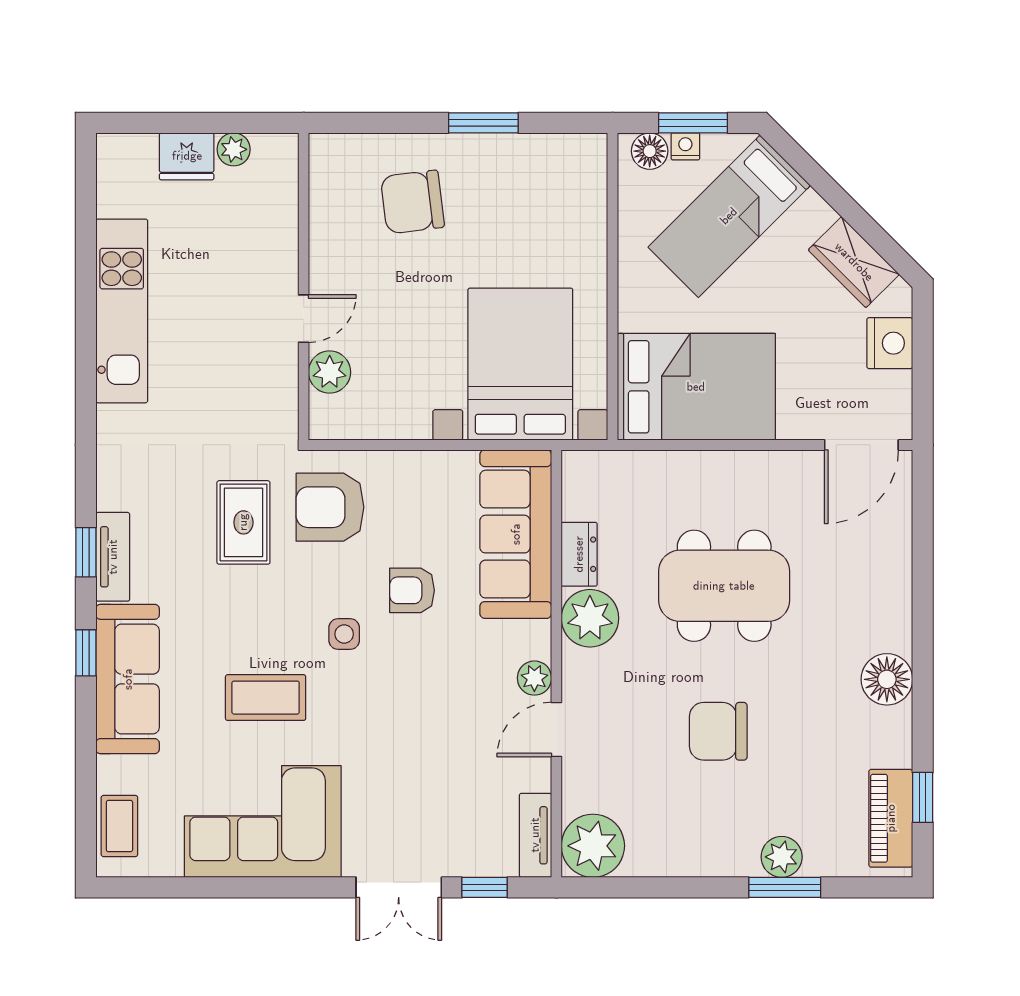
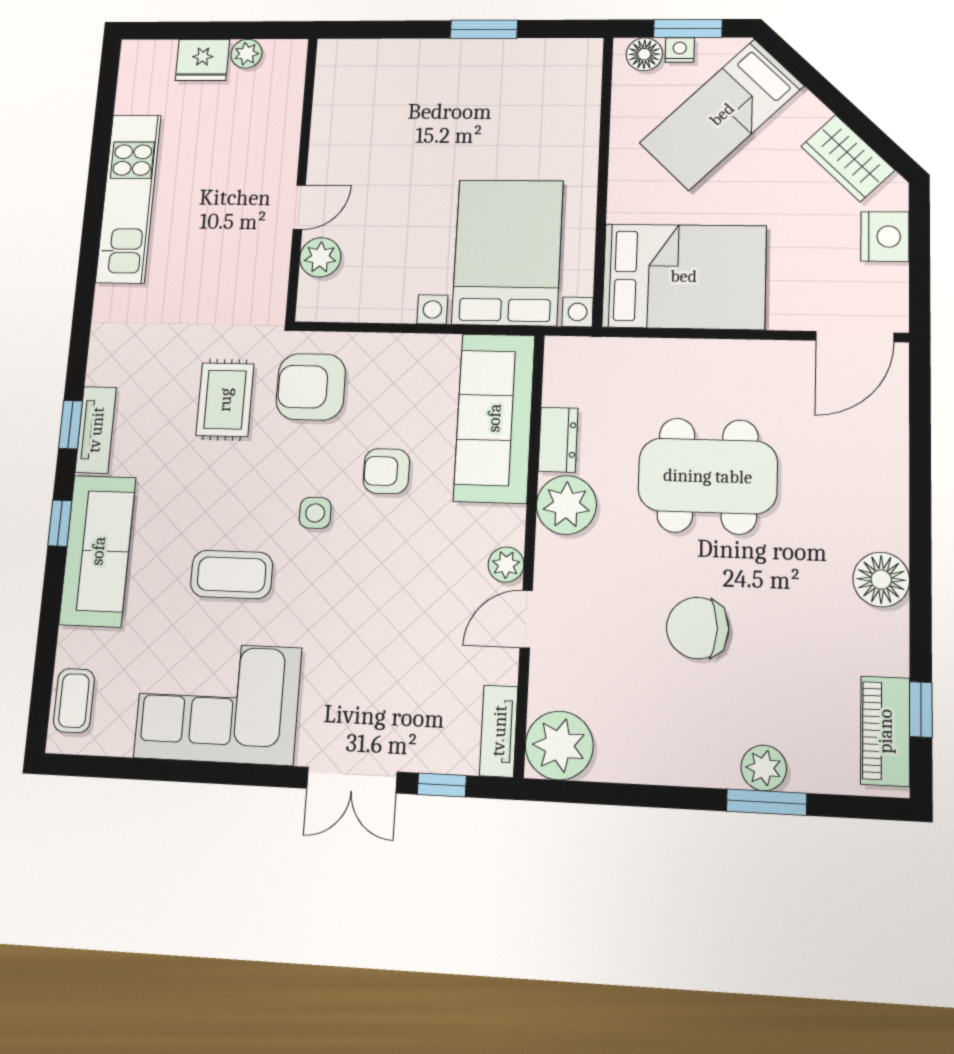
chair: (412, 202) -> (411, 101), removed

